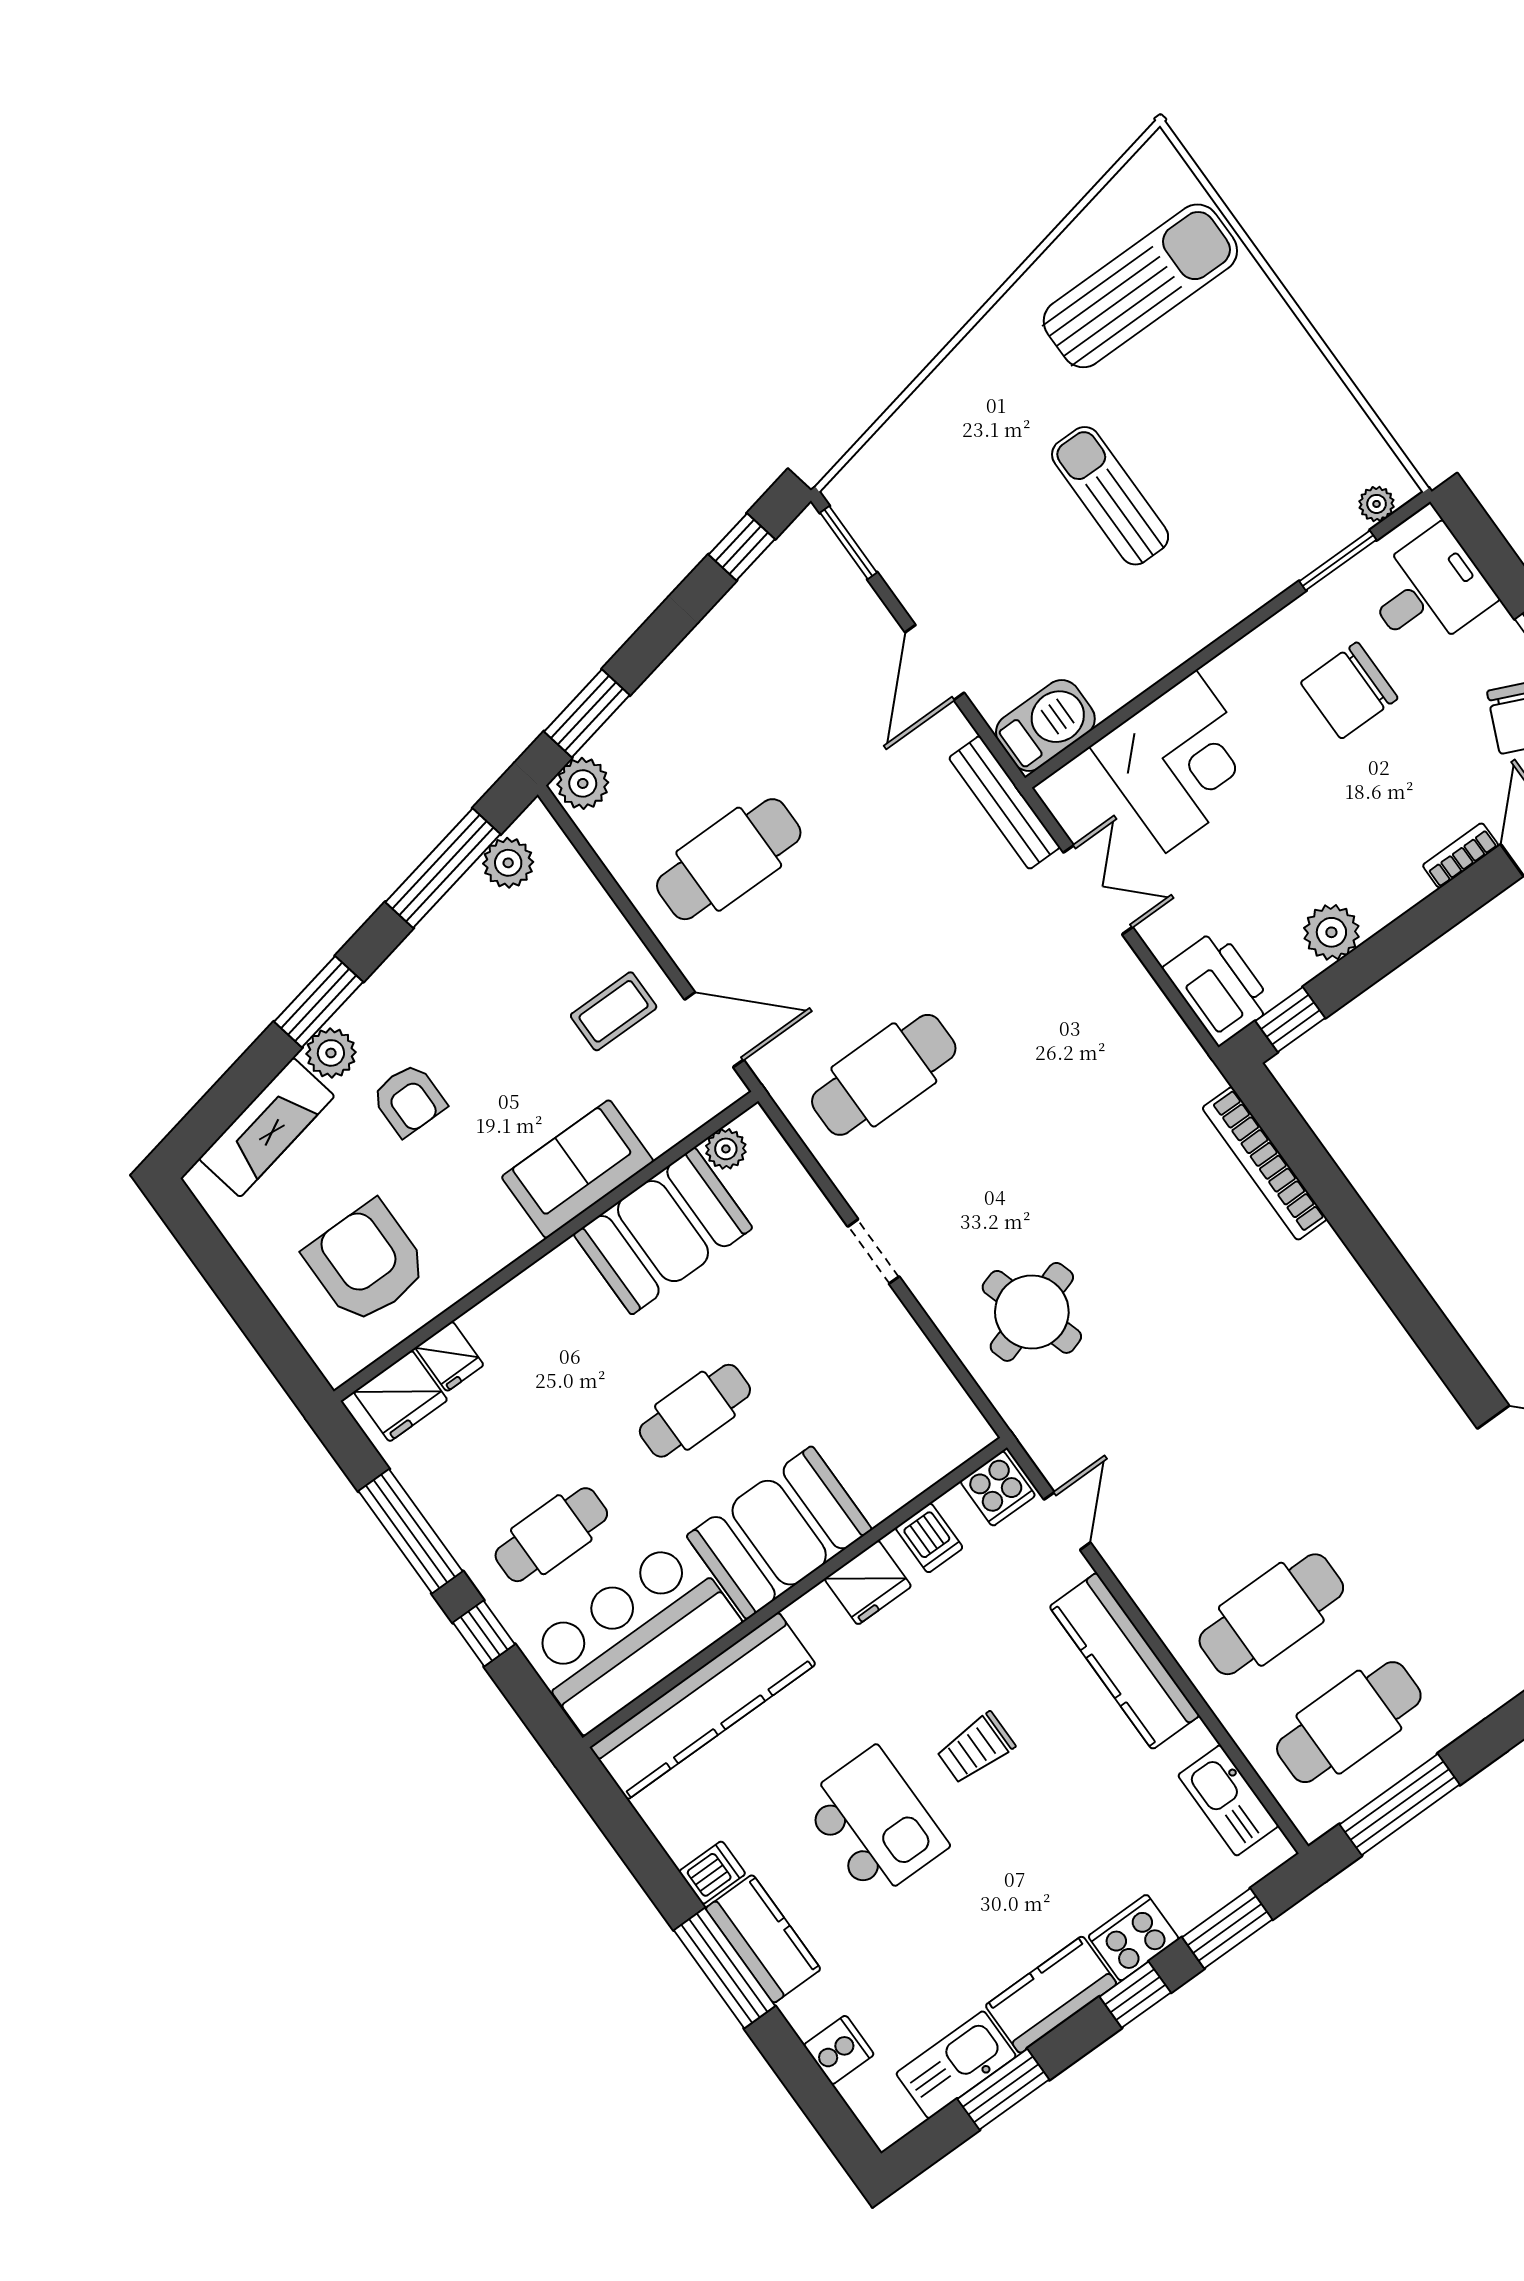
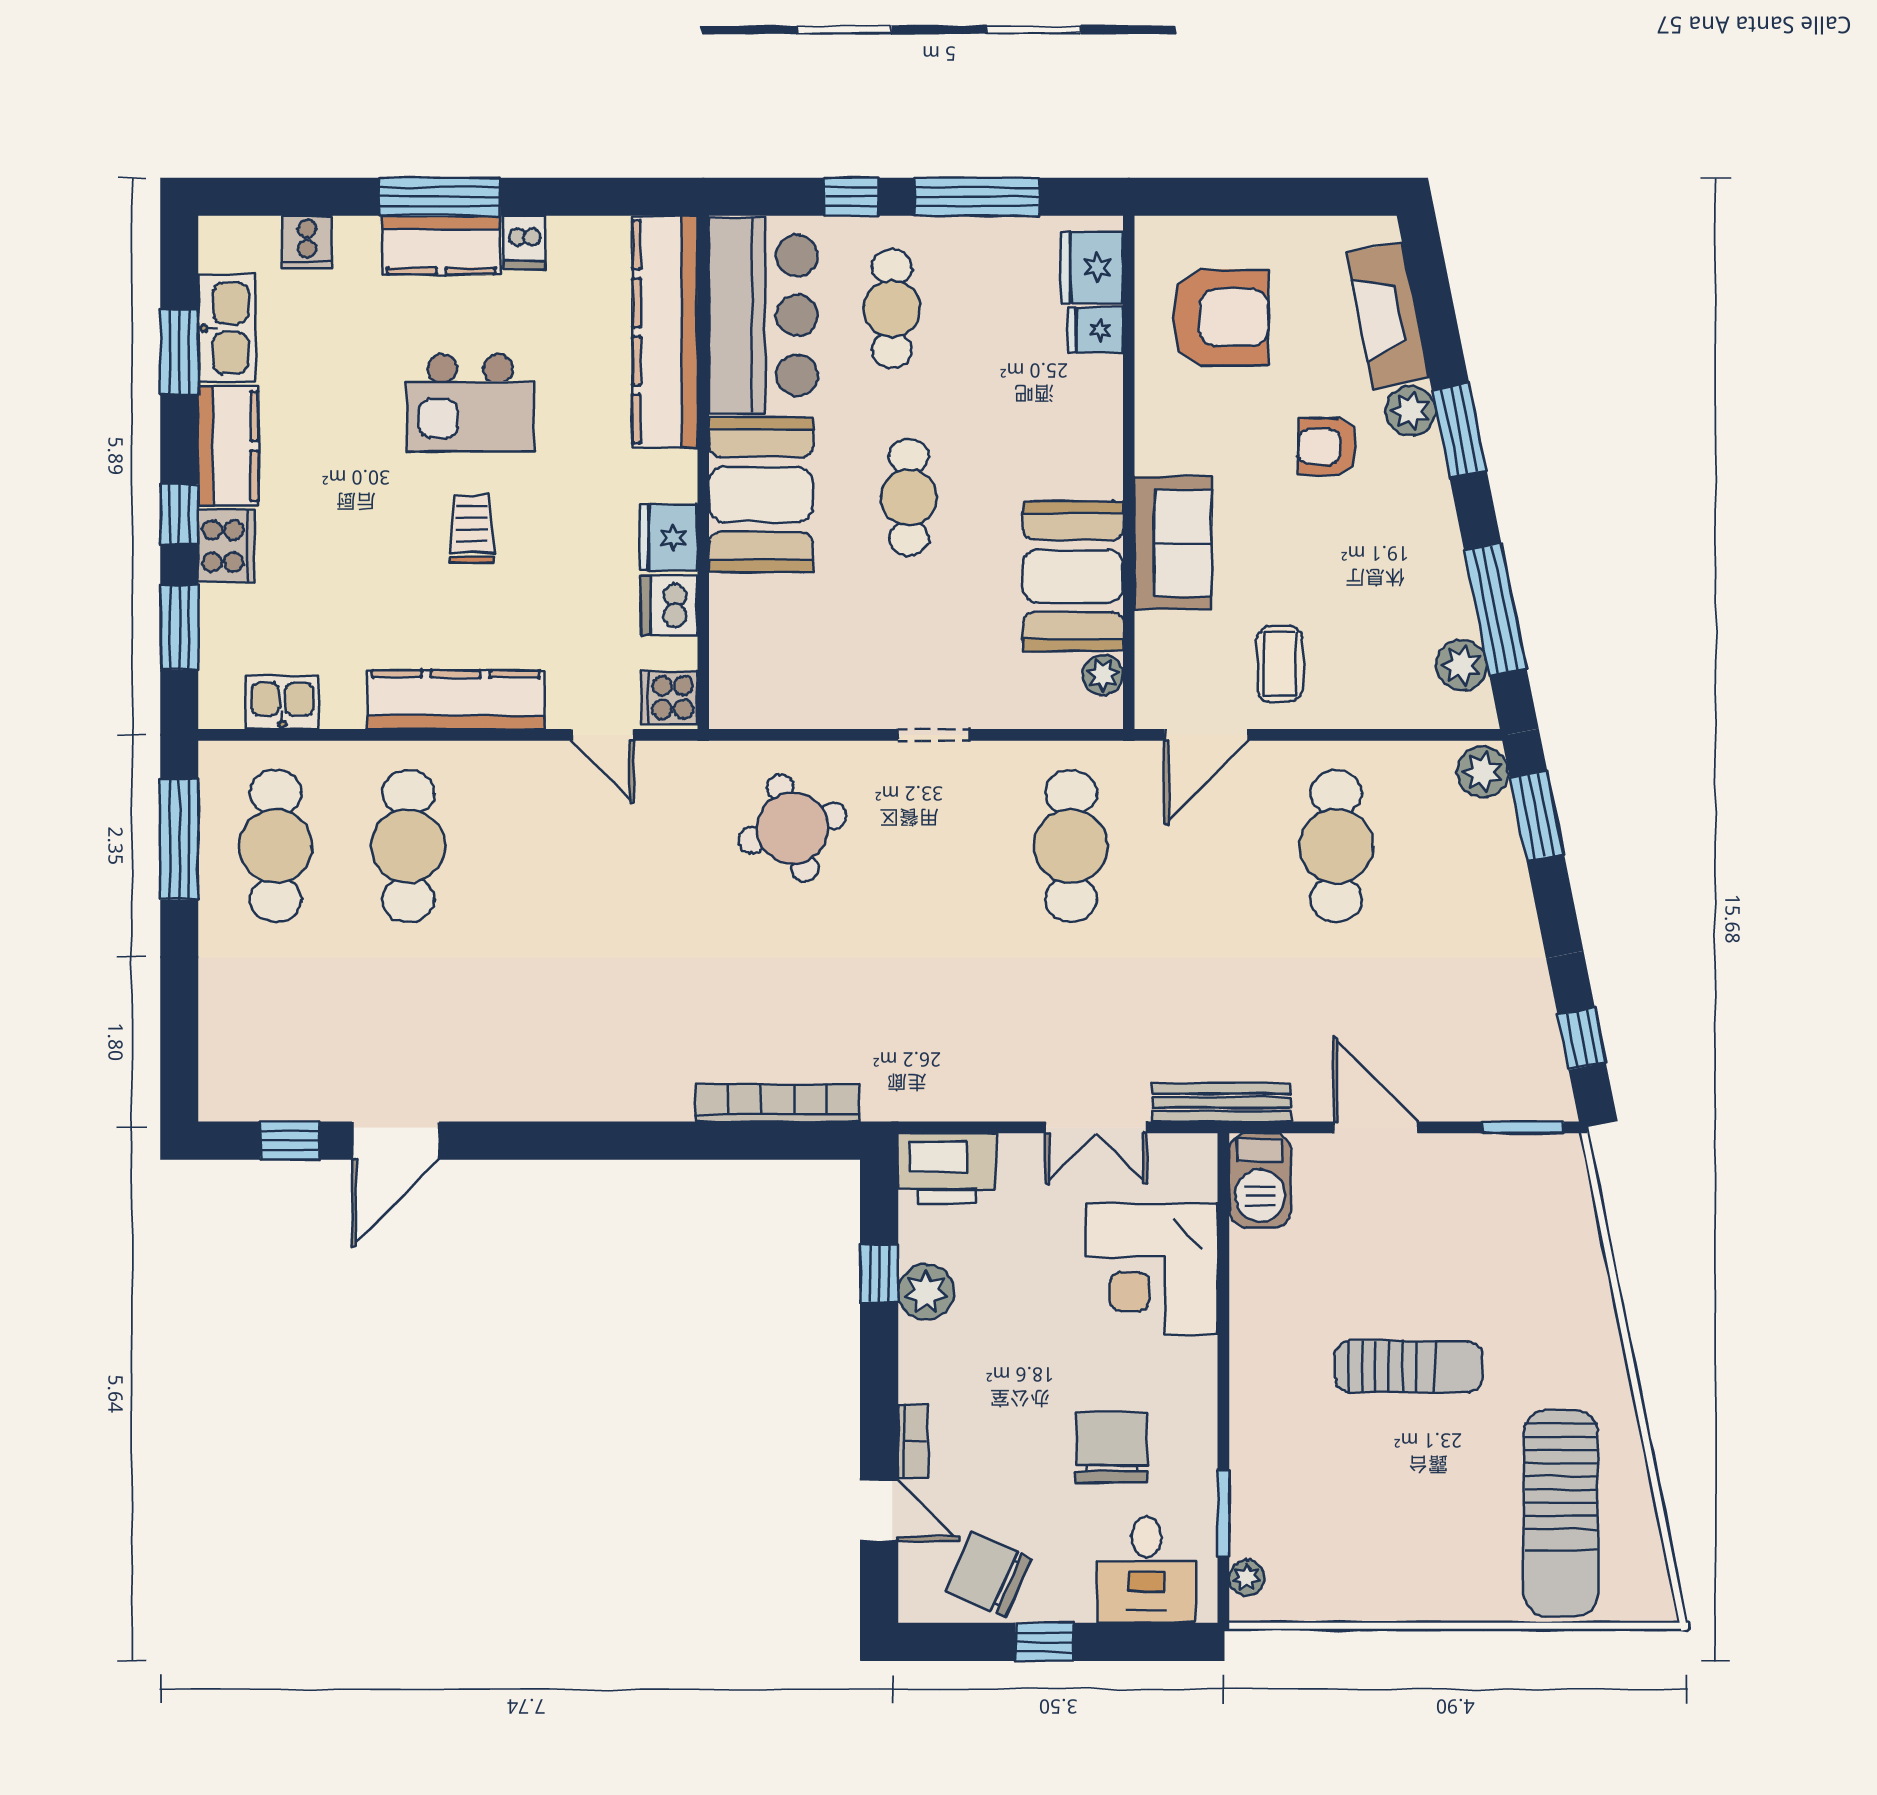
window: (1290, 1020) -> (879, 1273), moved
dishwasher: (929, 1538) -> (669, 605), width x1.38
kitchen sink: (1228, 1800) -> (282, 703), width x0.73

